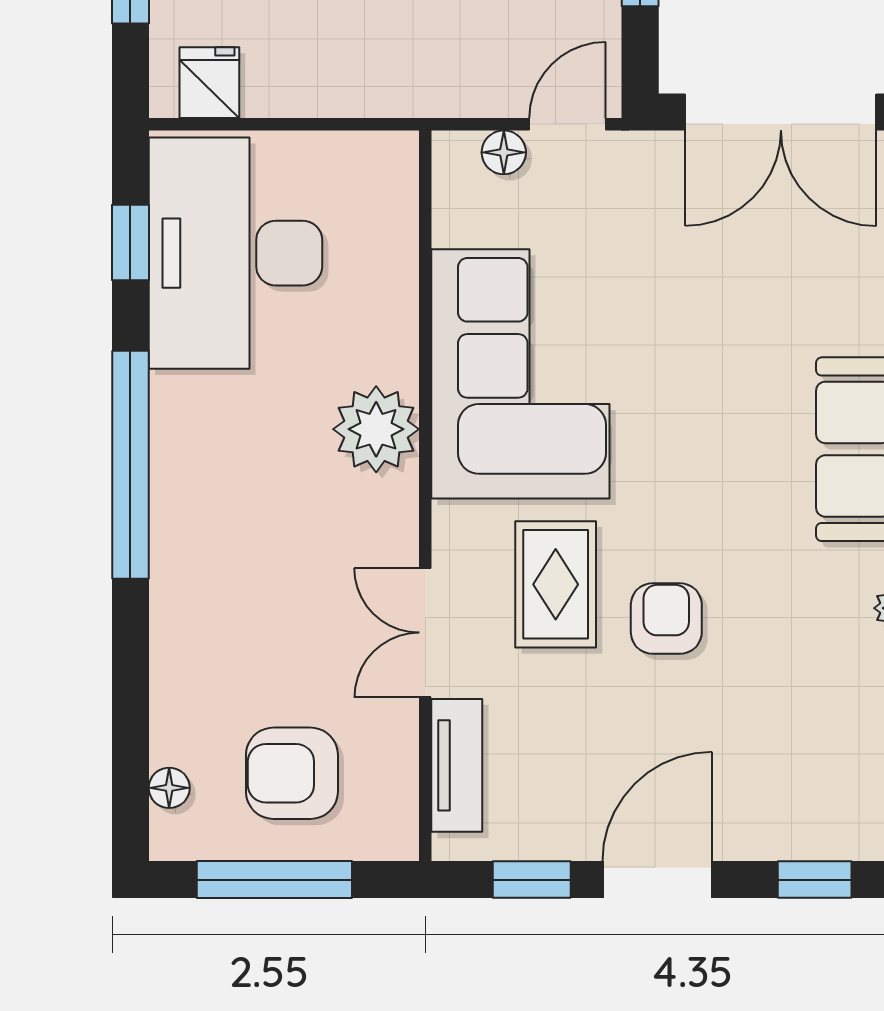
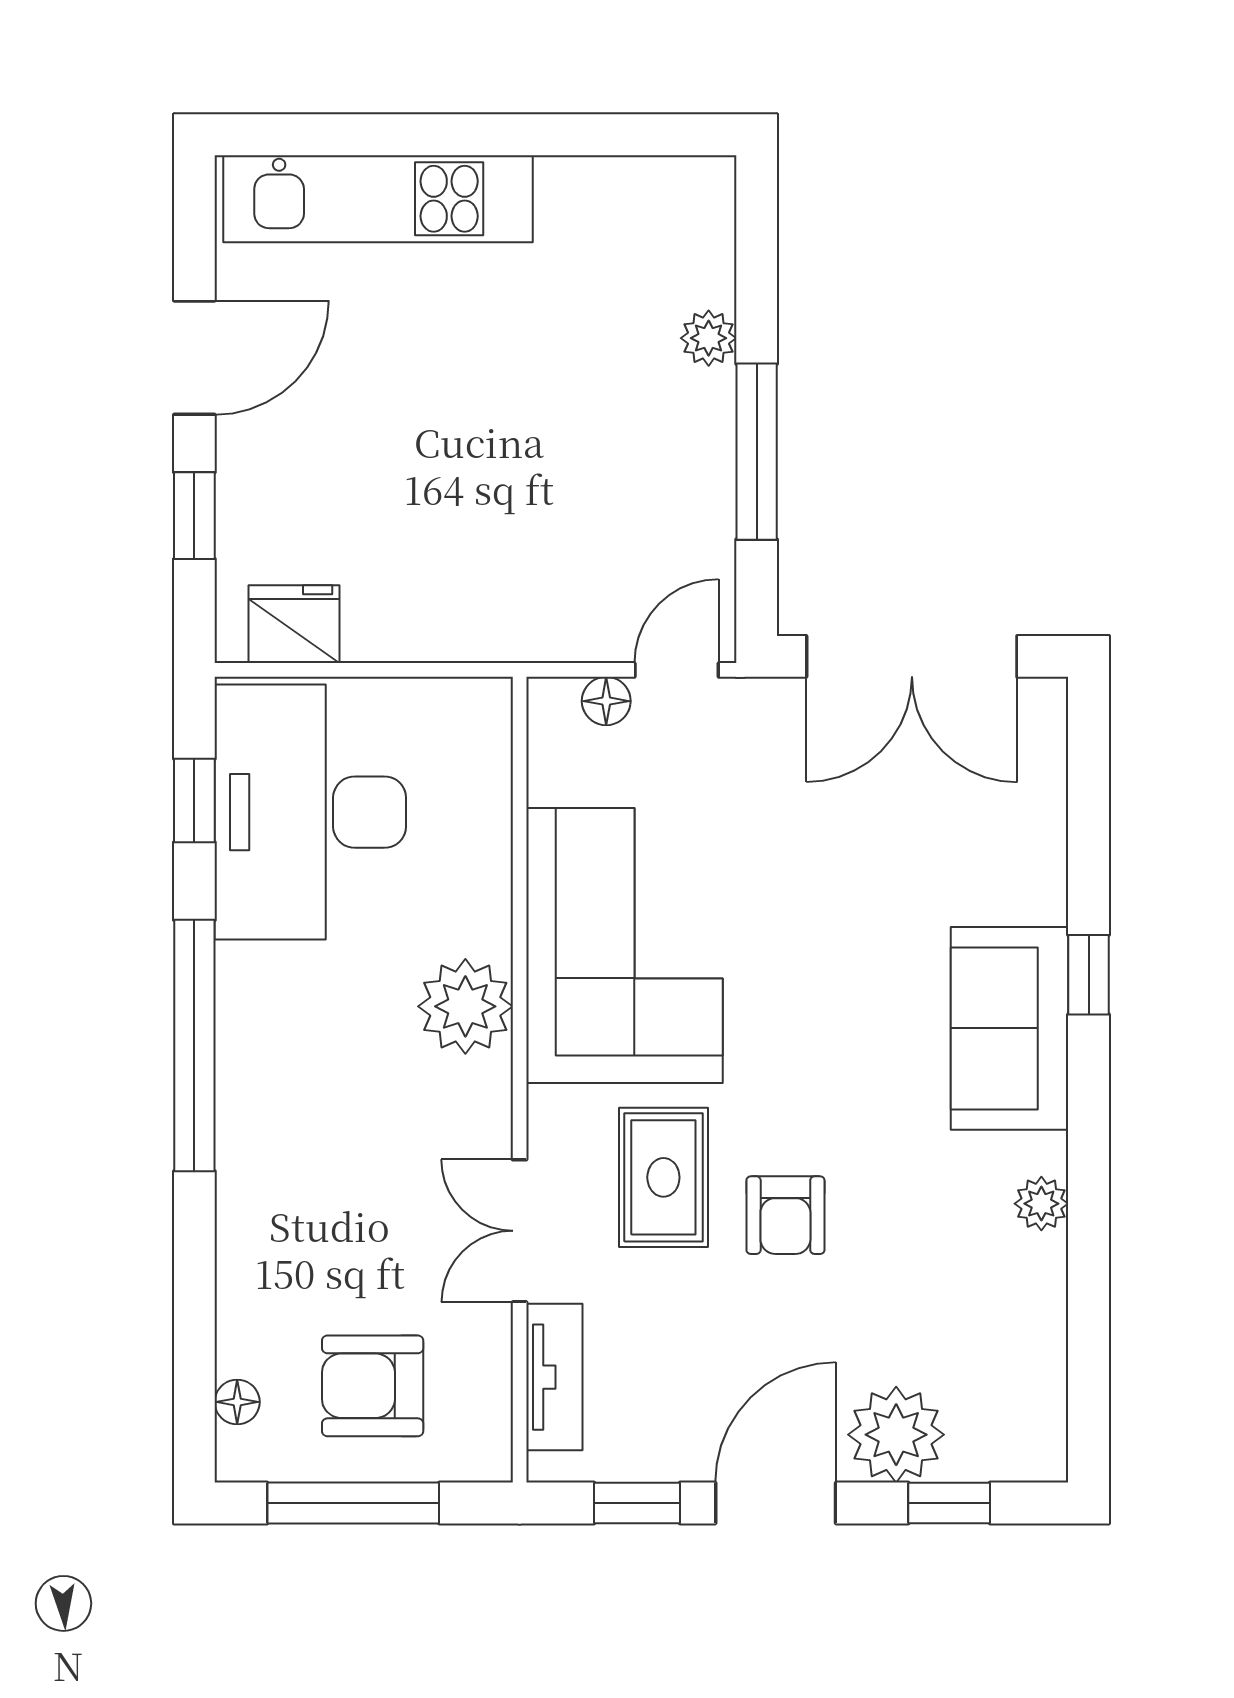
fridge: (209, 83) -> (294, 624), width x1.38
armchair: (666, 618) -> (785, 1215), turned 180
plant: (767, 818) -> (896, 1435), added

